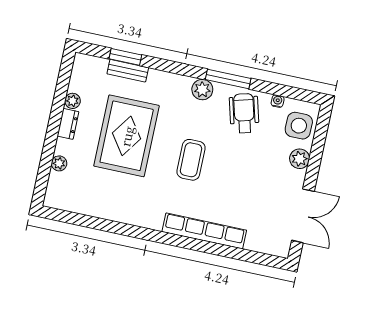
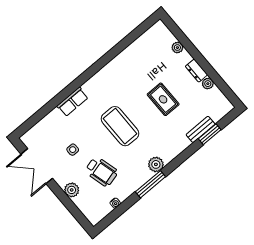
wheelchair: (244, 113) -> (101, 172), moved
side table: (299, 126) -> (73, 150), moved, width x0.54, depth x0.54
rug: (127, 136) -> (163, 99), width x0.54, depth x0.49
coffee table: (191, 160) -> (120, 126), width x1.36, depth x1.32
row of seats: (204, 231) -> (73, 102), width x0.50

